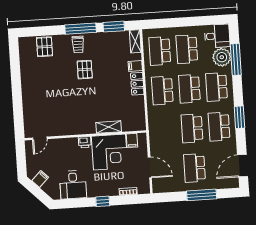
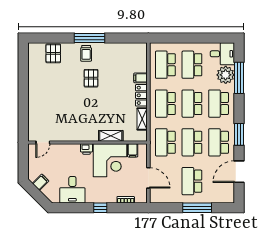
window: (114, 27) -> (122, 38), removed
shelving: (135, 41) -> (142, 119), moved
school desk: (165, 130) -> (165, 142), added
door: (243, 166) -> (239, 172), moved

